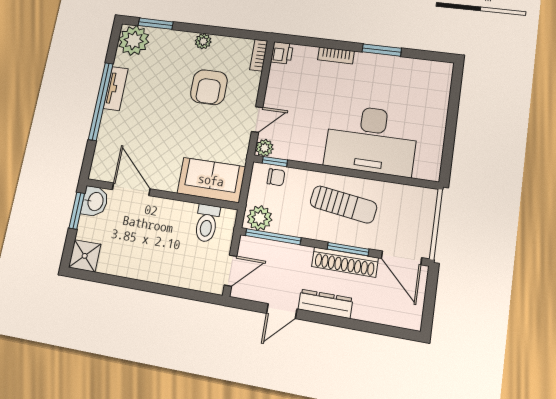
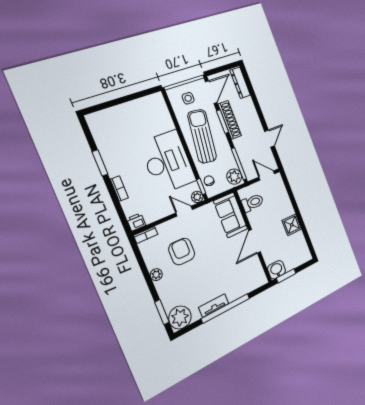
armchair: (209, 87) -> (182, 251), turned -90
desk: (371, 140) -> (168, 162), moved
door: (131, 189) -> (255, 241), moved
sun lounger: (343, 204) -> (202, 136), width x1.36, depth x1.34
side table: (409, 216) -> (188, 98), added
shower: (85, 256) -> (292, 225), moved
dresser: (325, 304) -> (240, 83), moved
door: (282, 311) -> (269, 139), hinge flipped

